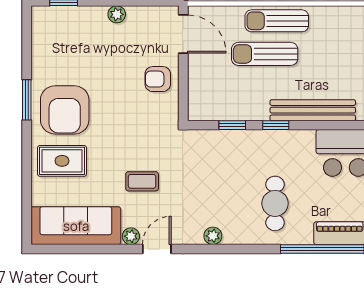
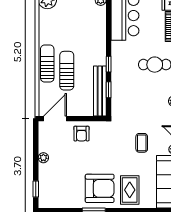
sun lounger: (277, 21) -> (47, 64), turned 180
sun lounger: (265, 54) -> (67, 71), turned 180
bench: (313, 110) -> (100, 91), moved

